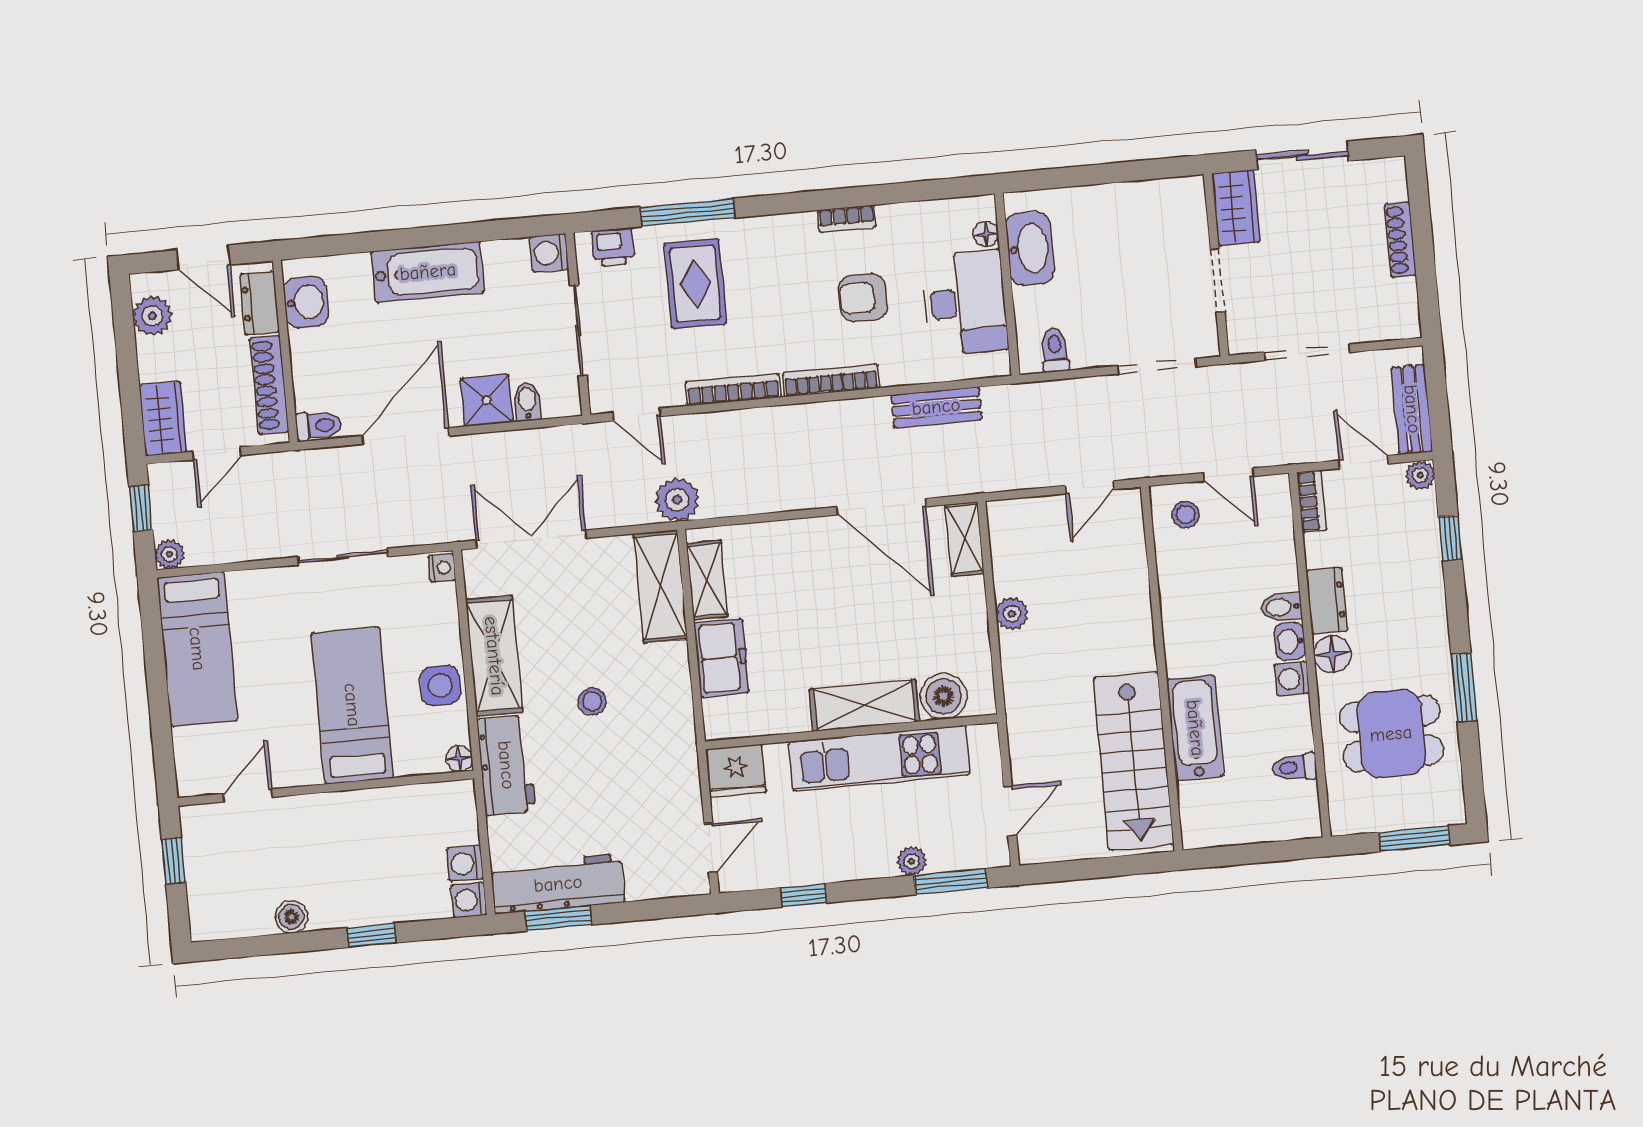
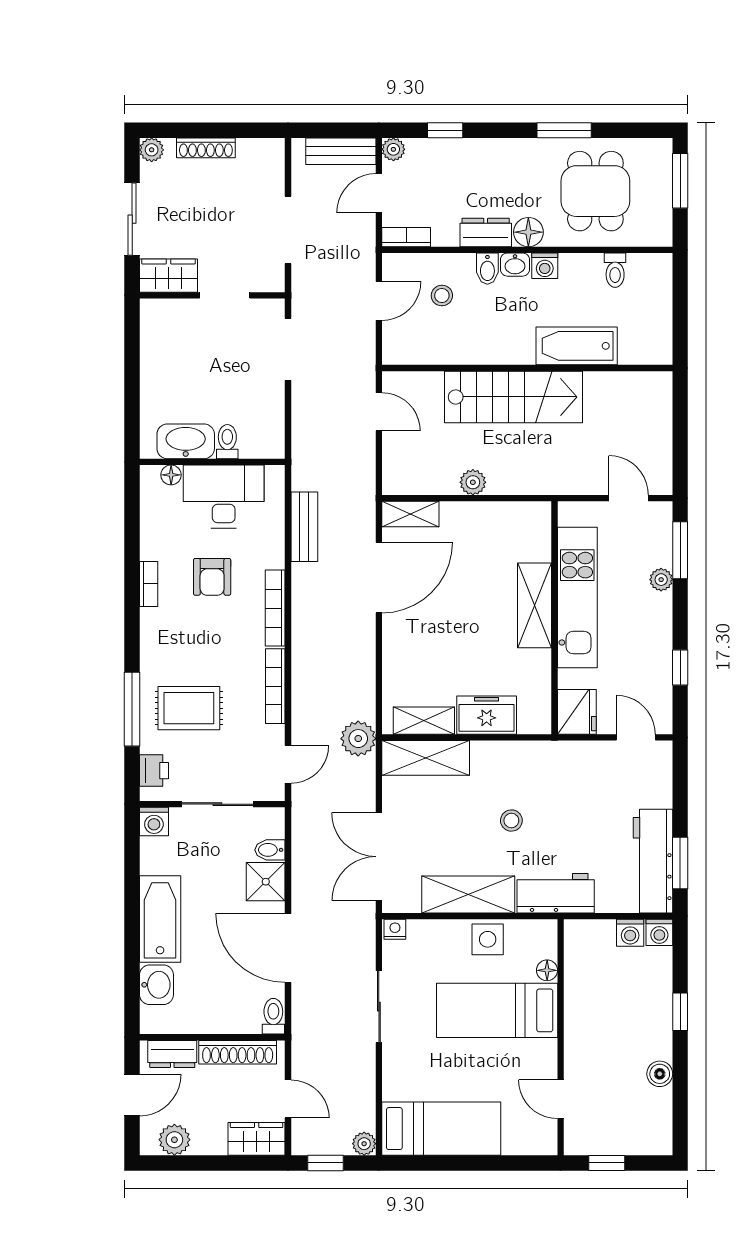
plant: (1392, 172) -> (152, 150), added
washbasin: (306, 302) -> (156, 985), moved, turned 90
toilet: (1055, 350) -> (227, 442), moved, turned 90
stool: (1186, 515) -> (442, 296), moved
boiler: (944, 696) -> (533, 542), removed
floor lamp: (459, 759) -> (547, 970), moved
stairs: (1133, 761) -> (514, 397), moved

